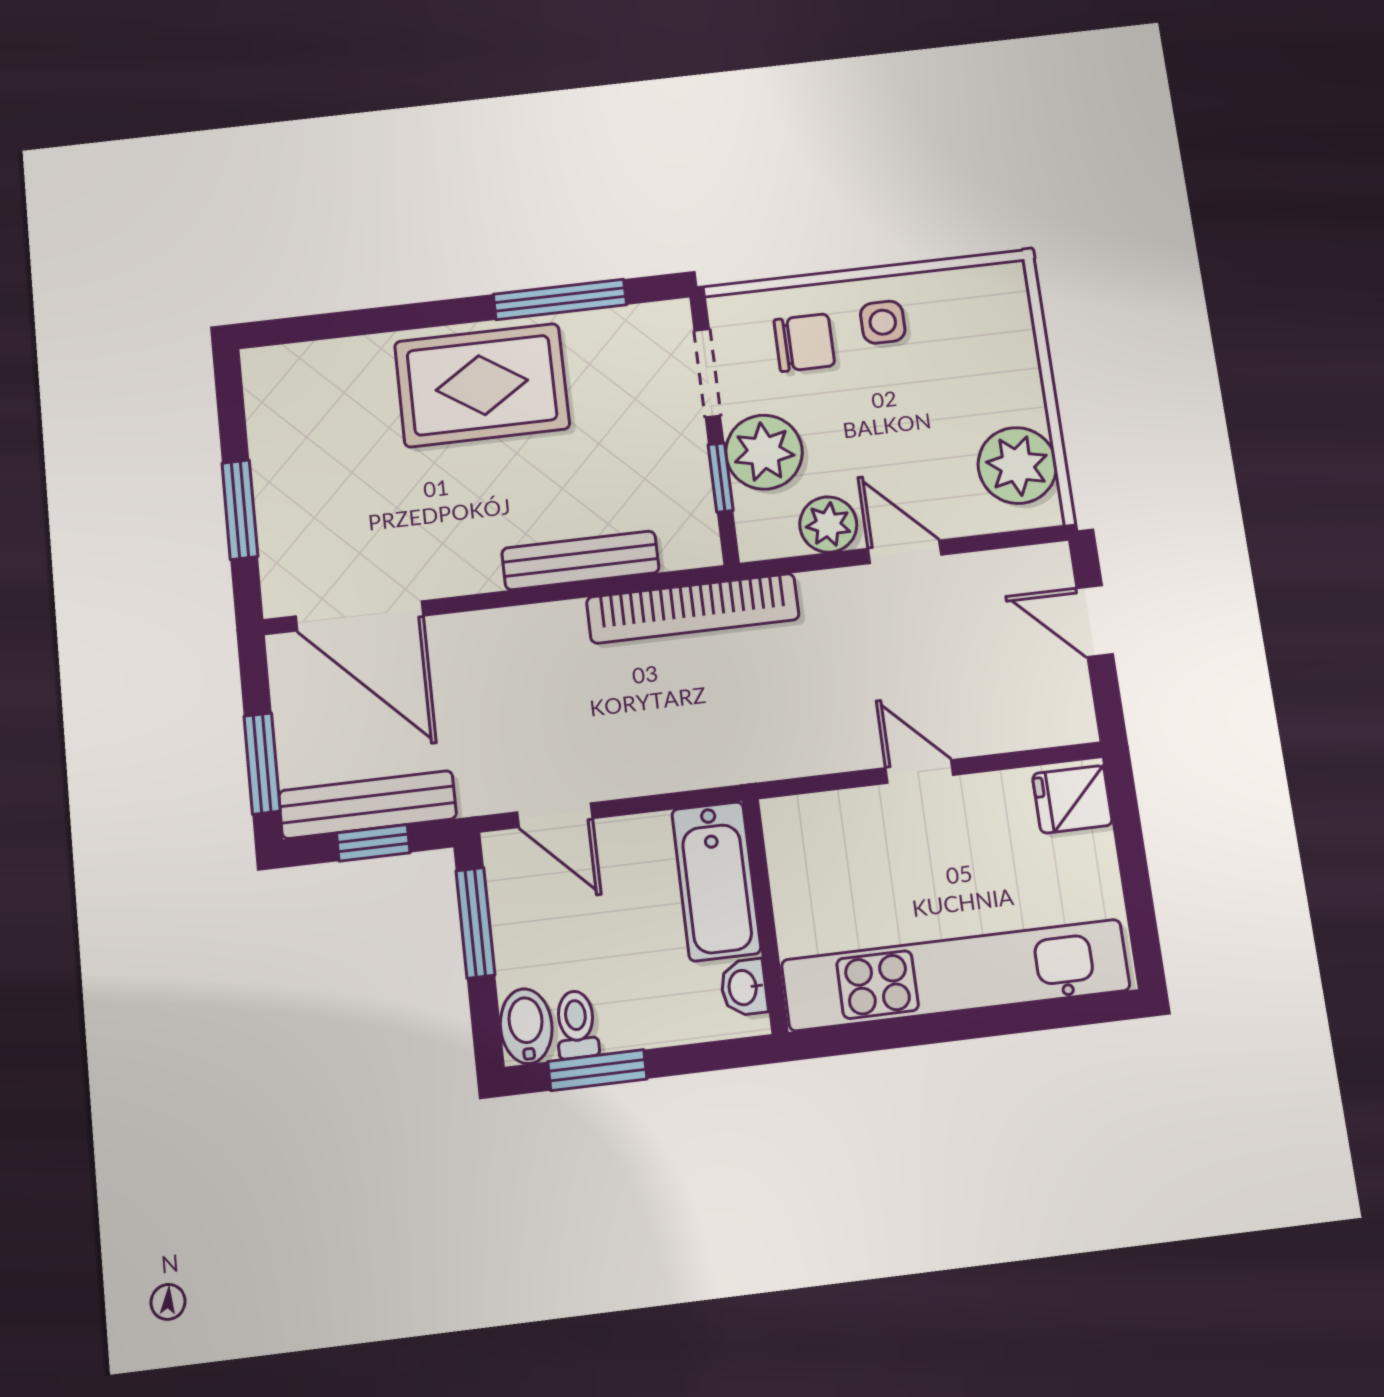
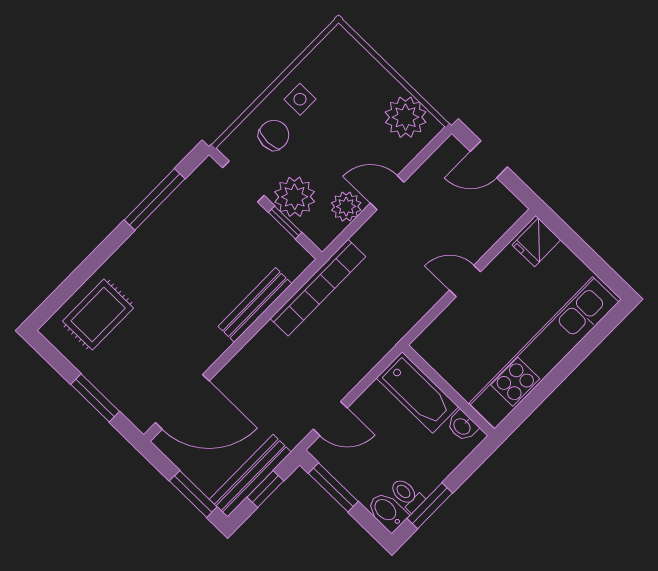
rug: (482, 385) -> (98, 315), moved, width x0.73, depth x0.70

